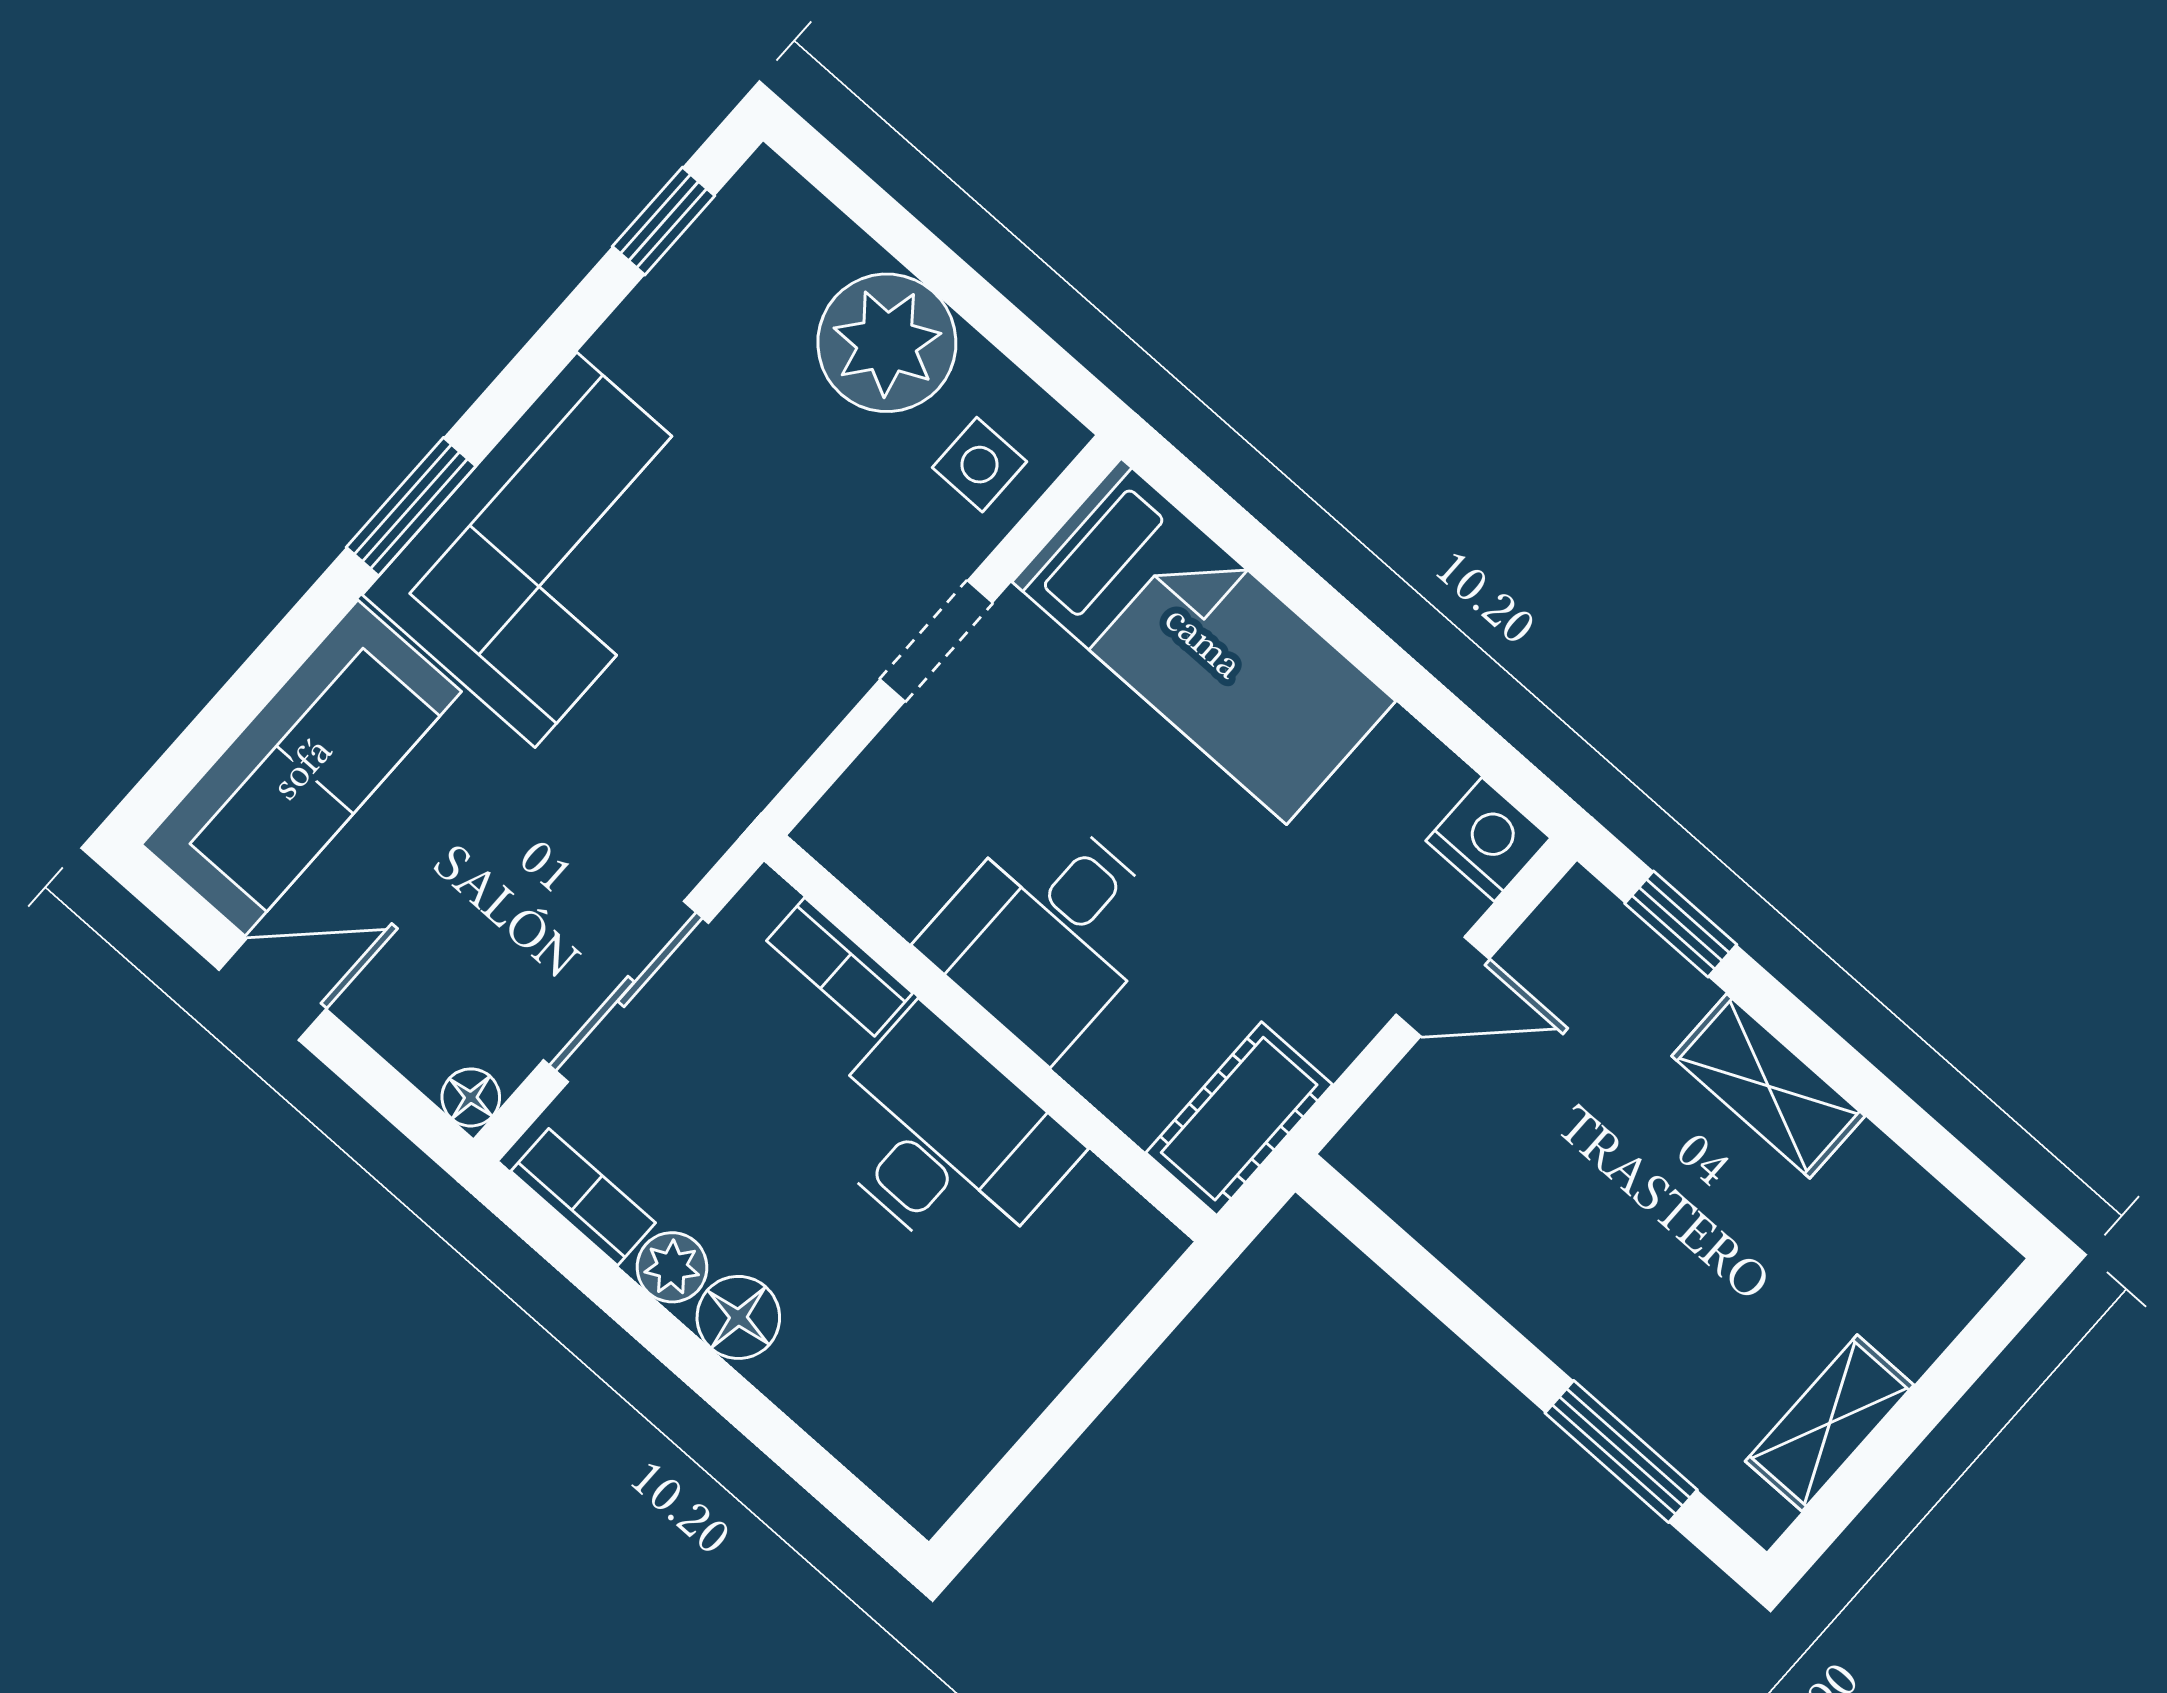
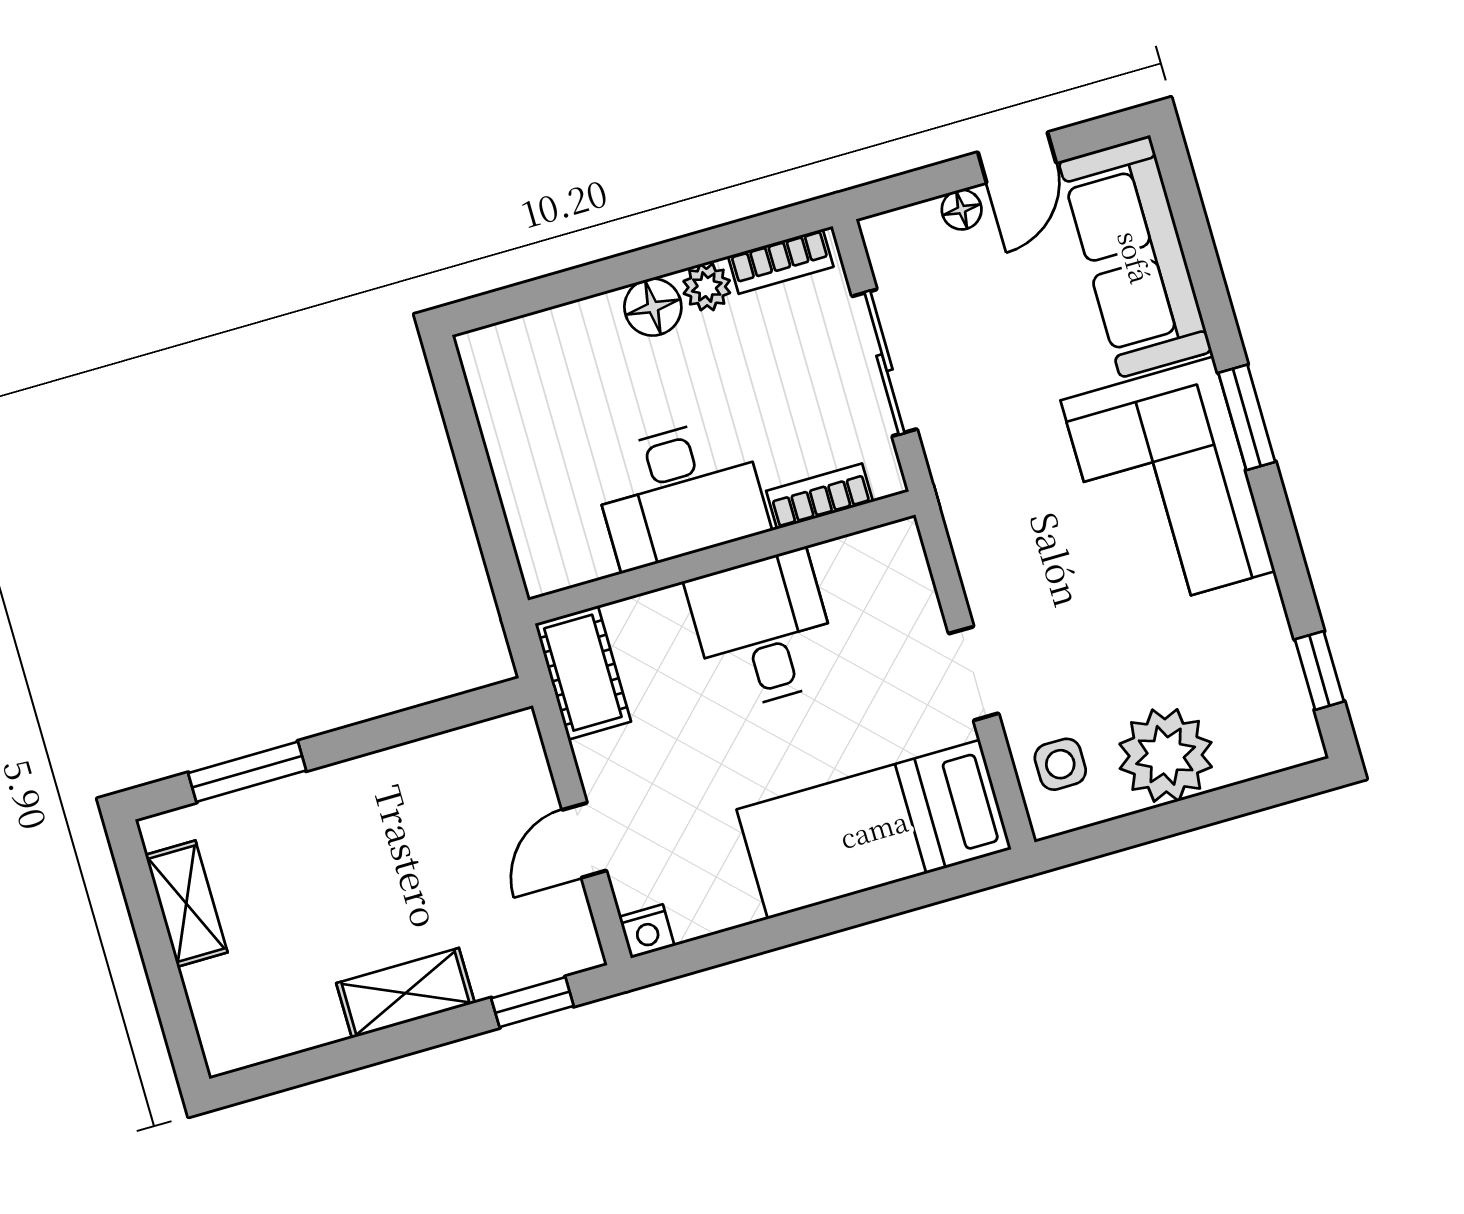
nightstand: (1488, 839) -> (647, 931), width x0.72, depth x0.74
floor lamp: (471, 1097) -> (962, 210), moved

